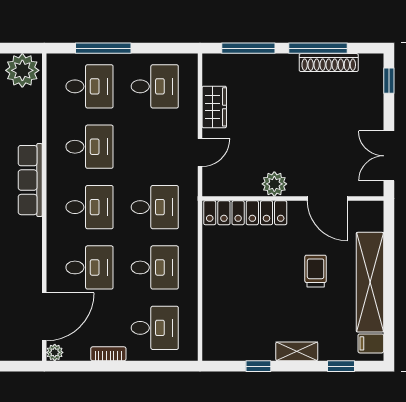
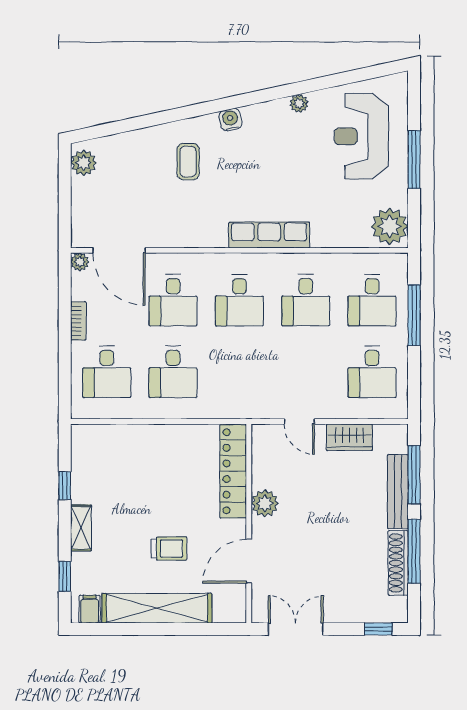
bench: (264, 63) -> (398, 492), added
desk: (155, 207) -> (239, 372), removed

